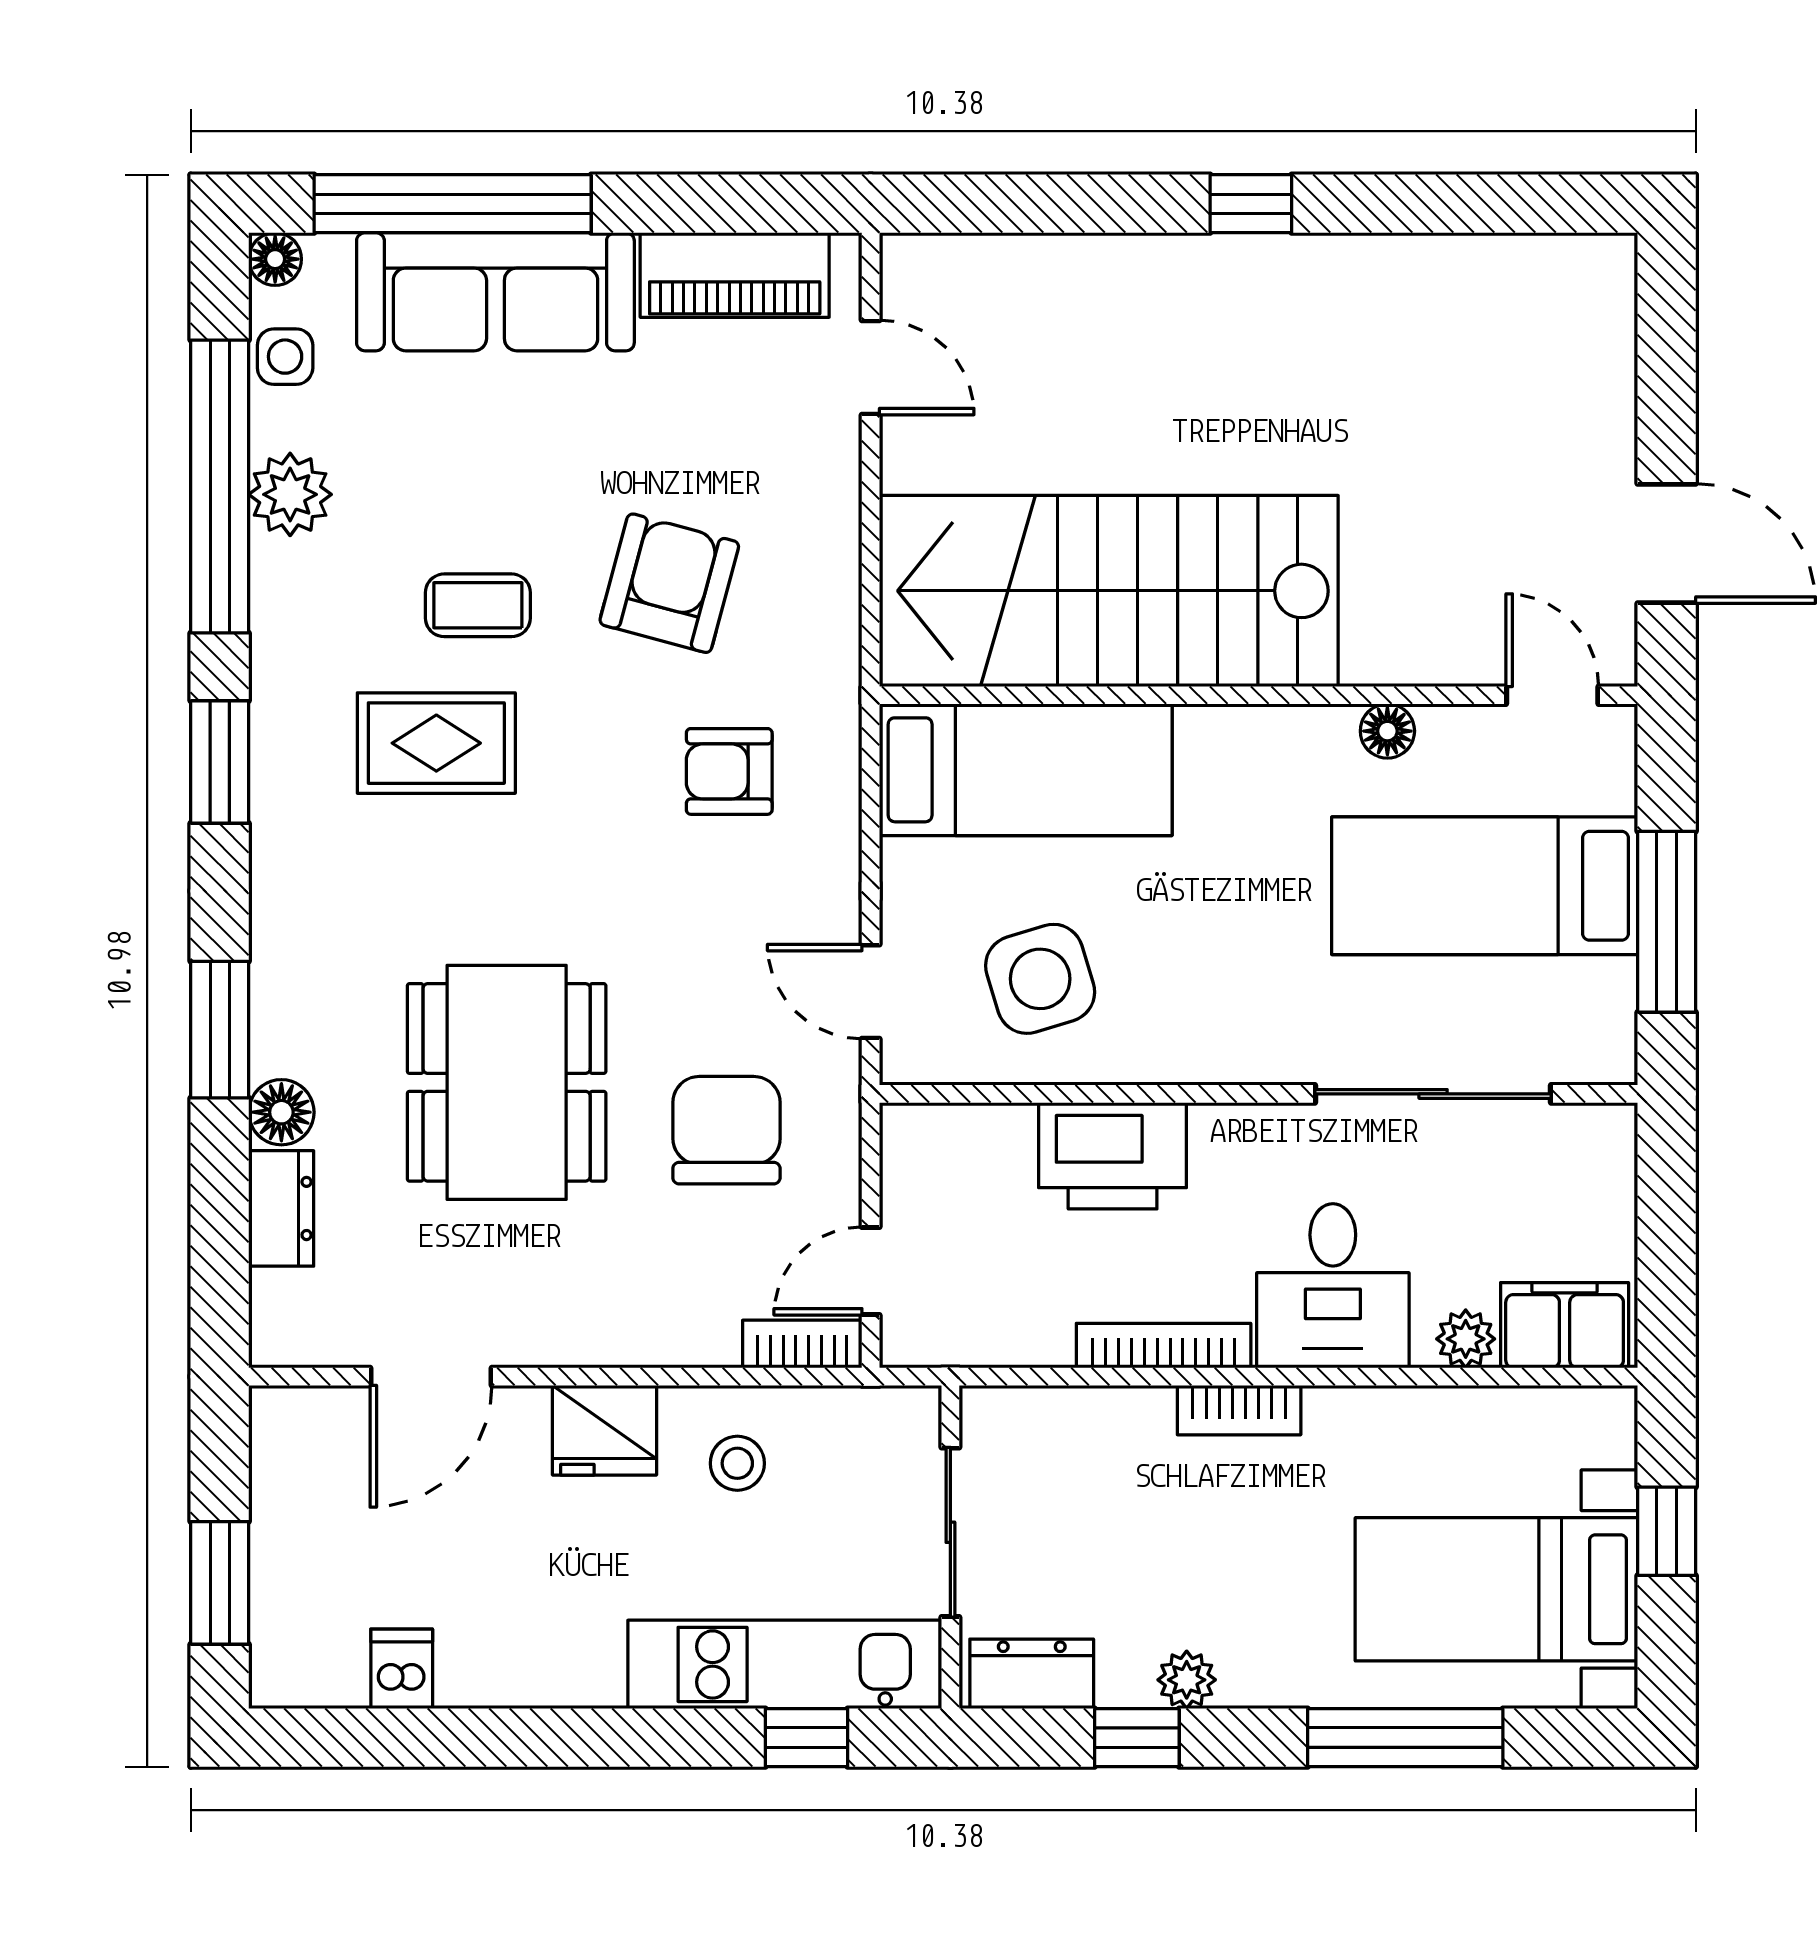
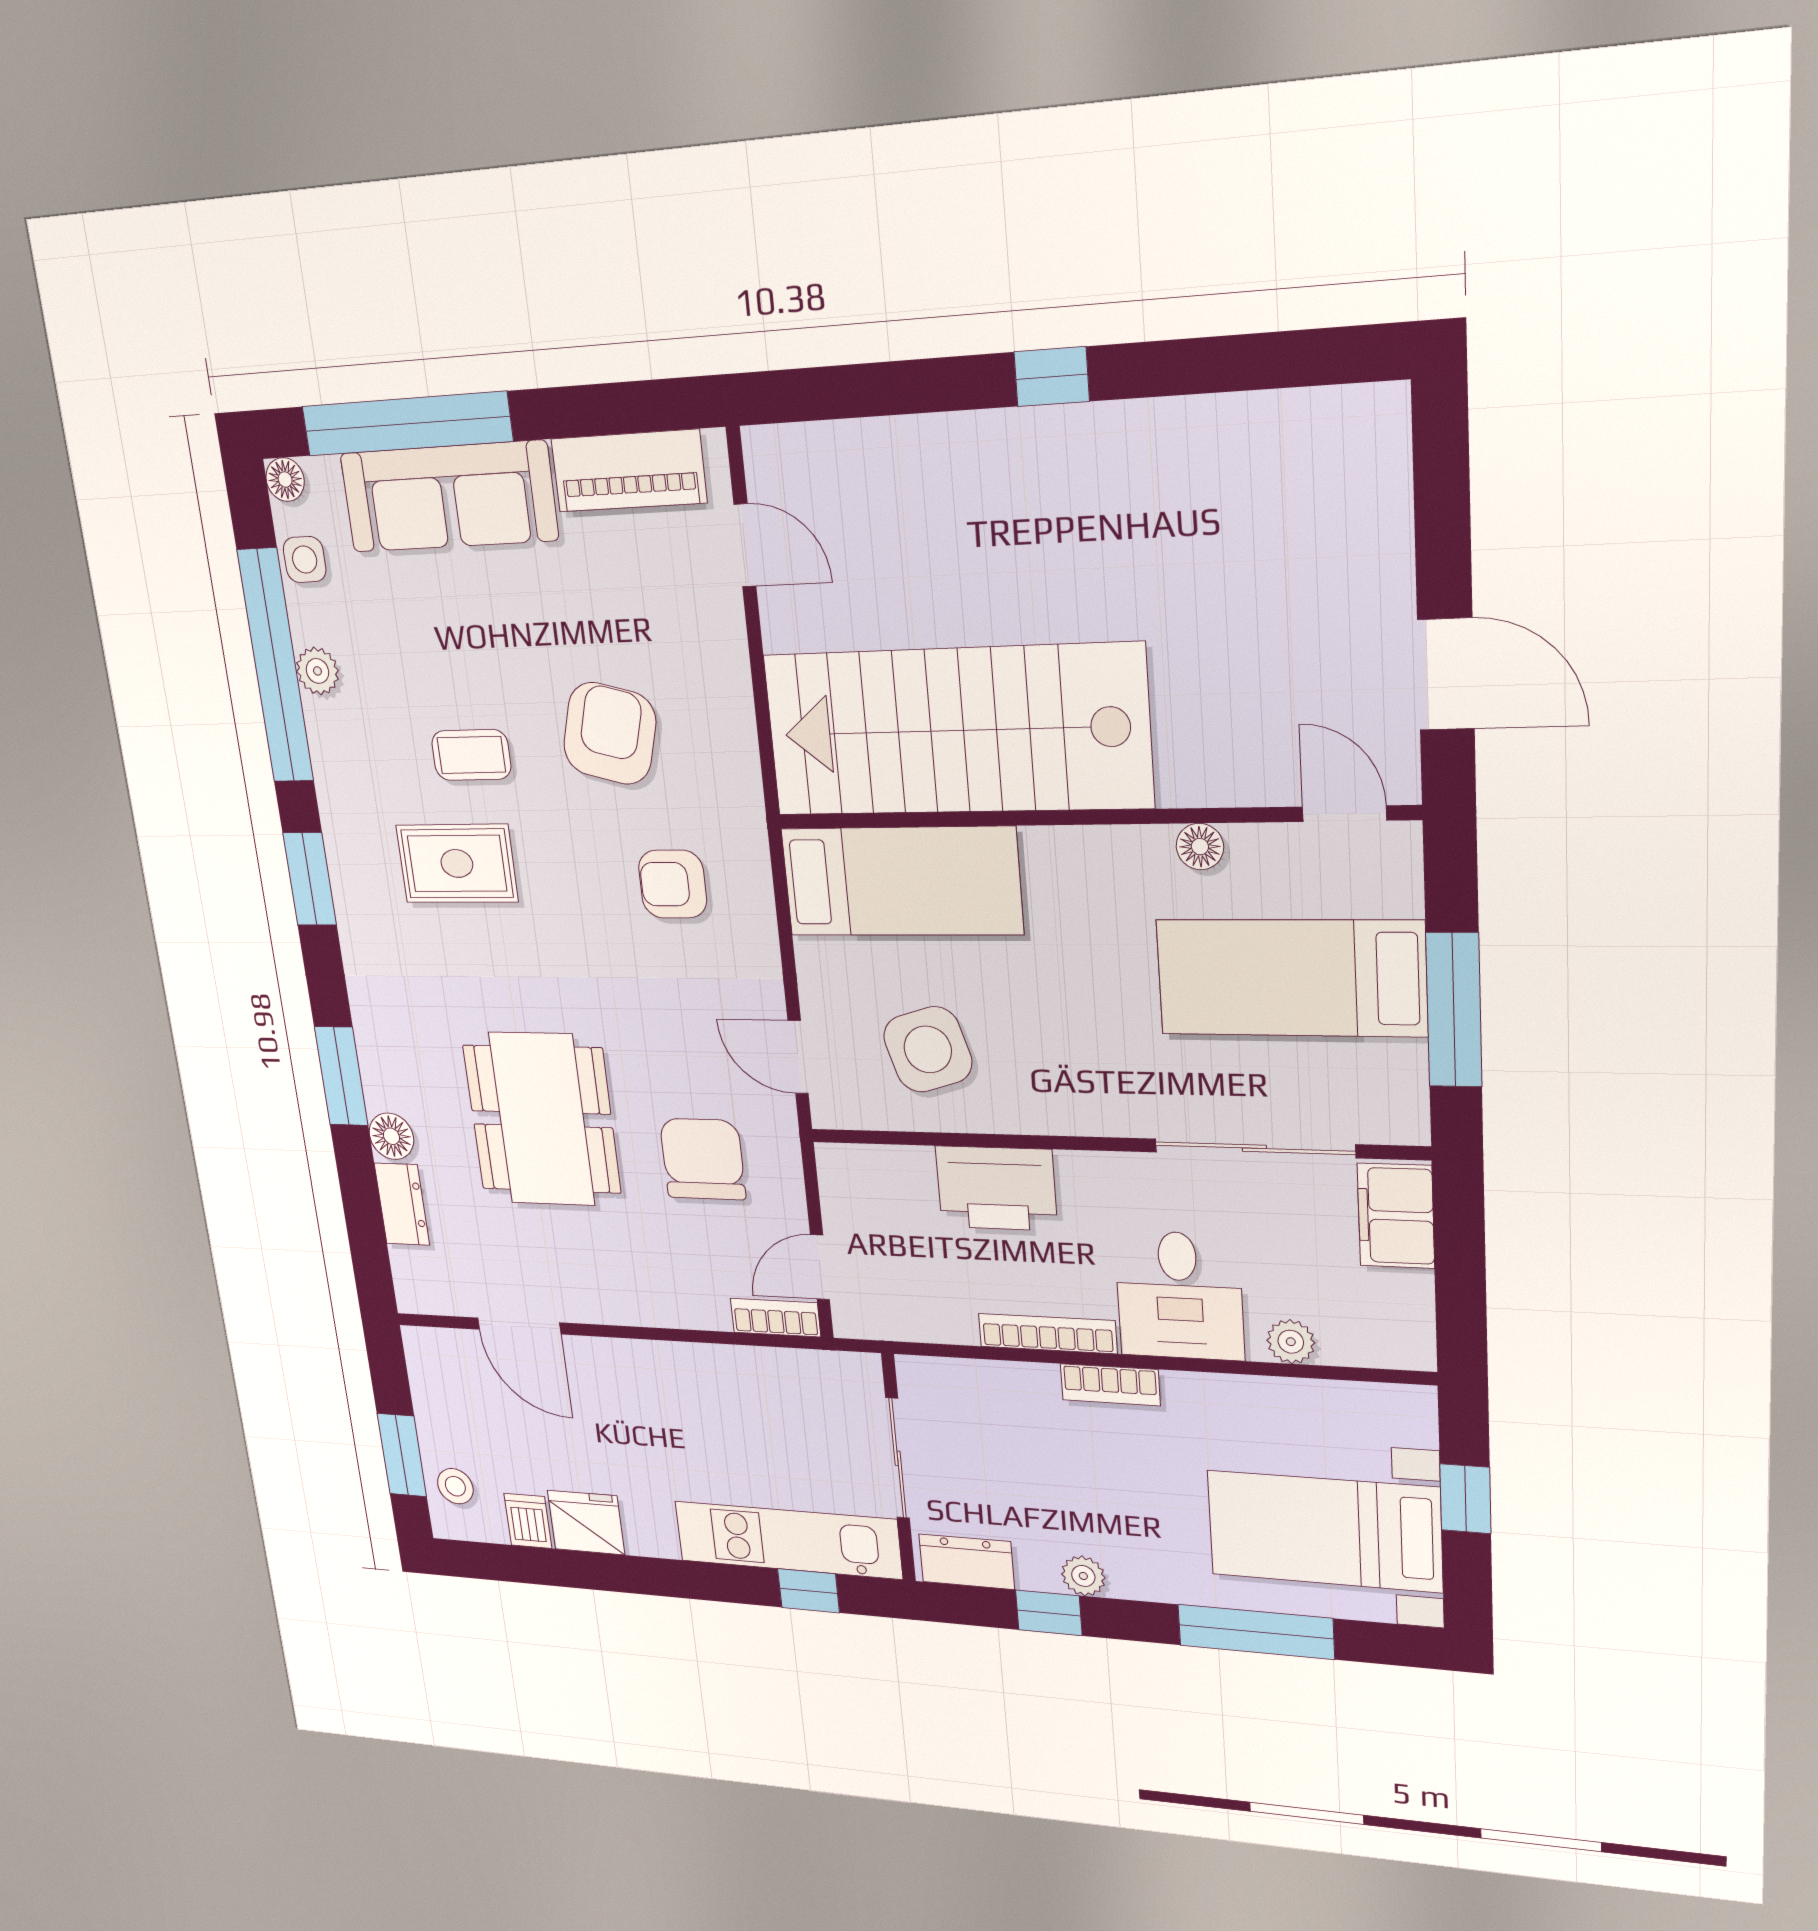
plant: (290, 494) -> (317, 671), width x0.73, depth x0.73
filing cabinet: (1565, 1325) -> (1396, 1216), moved, turned -90
door: (431, 1377) -> (519, 1326), hinge flipped
fridge: (604, 1430) -> (586, 1523), moved, turned 180
stool: (737, 1463) -> (455, 1486), moved

